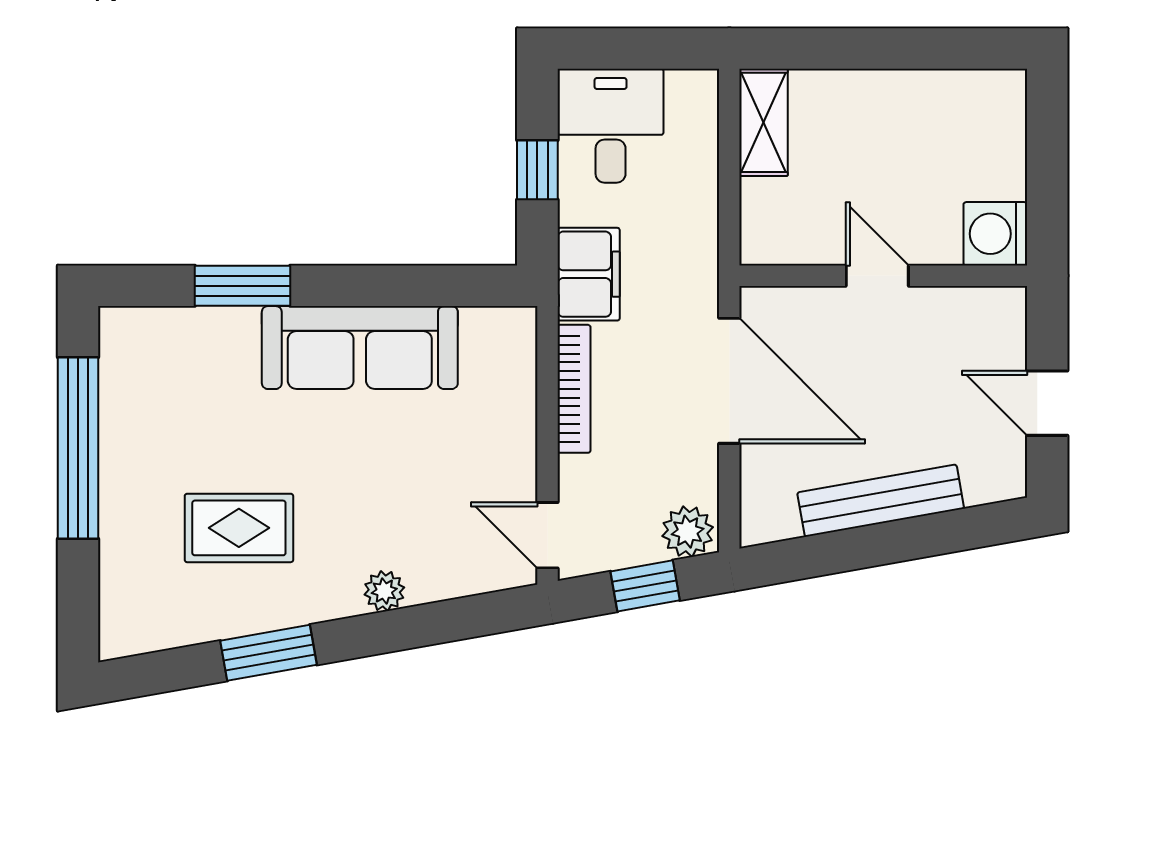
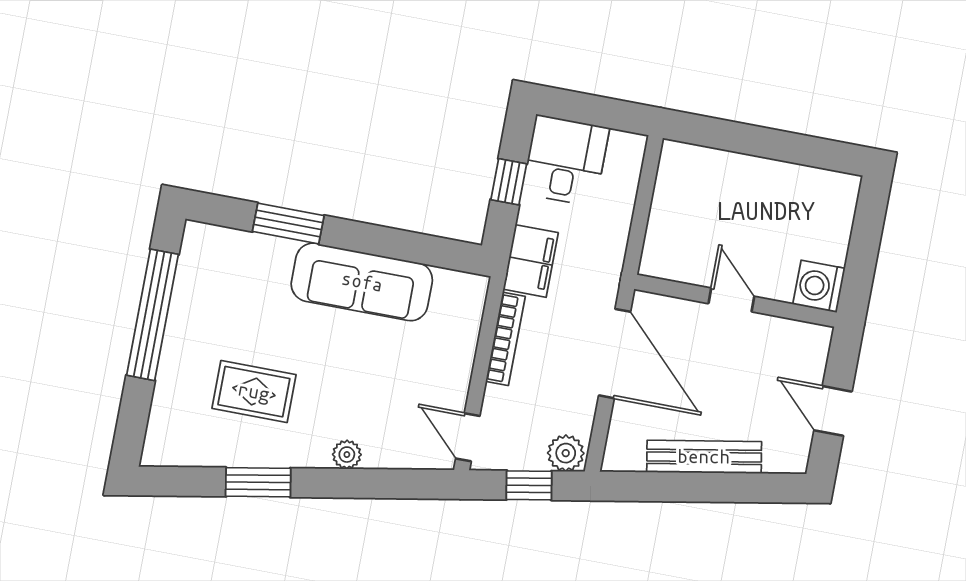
shelving: (764, 122) -> (672, 178), removed

